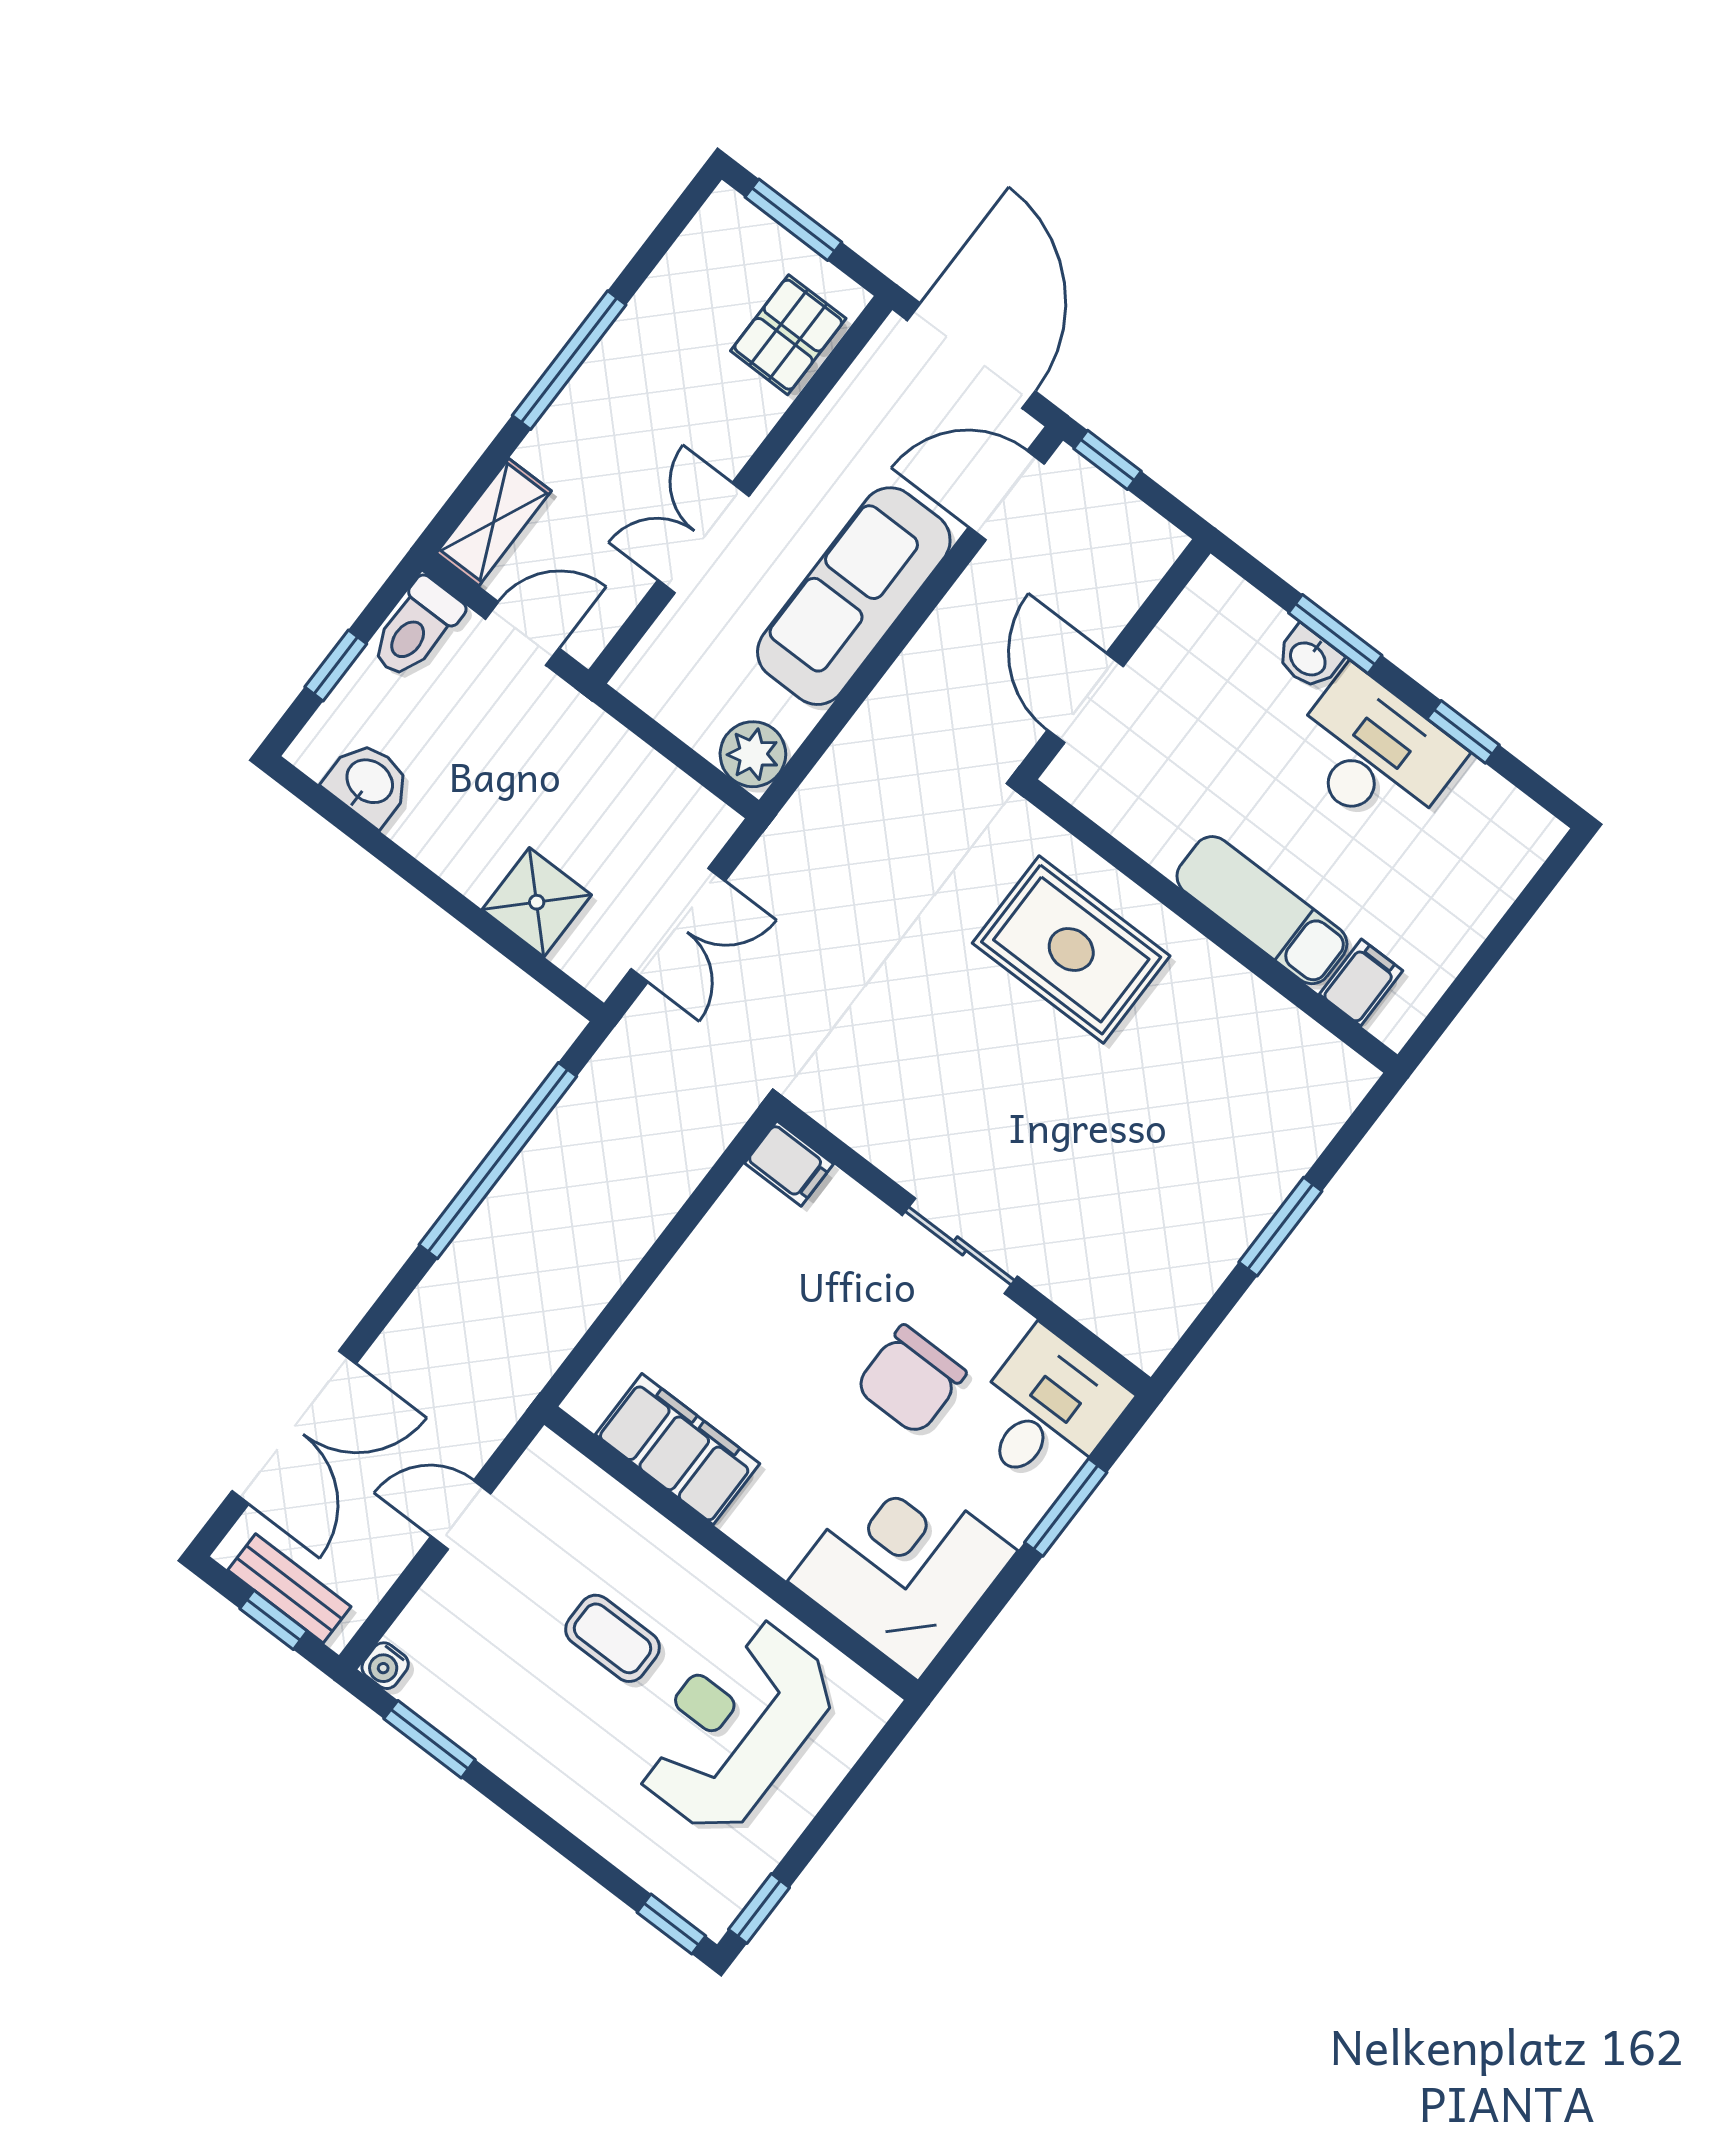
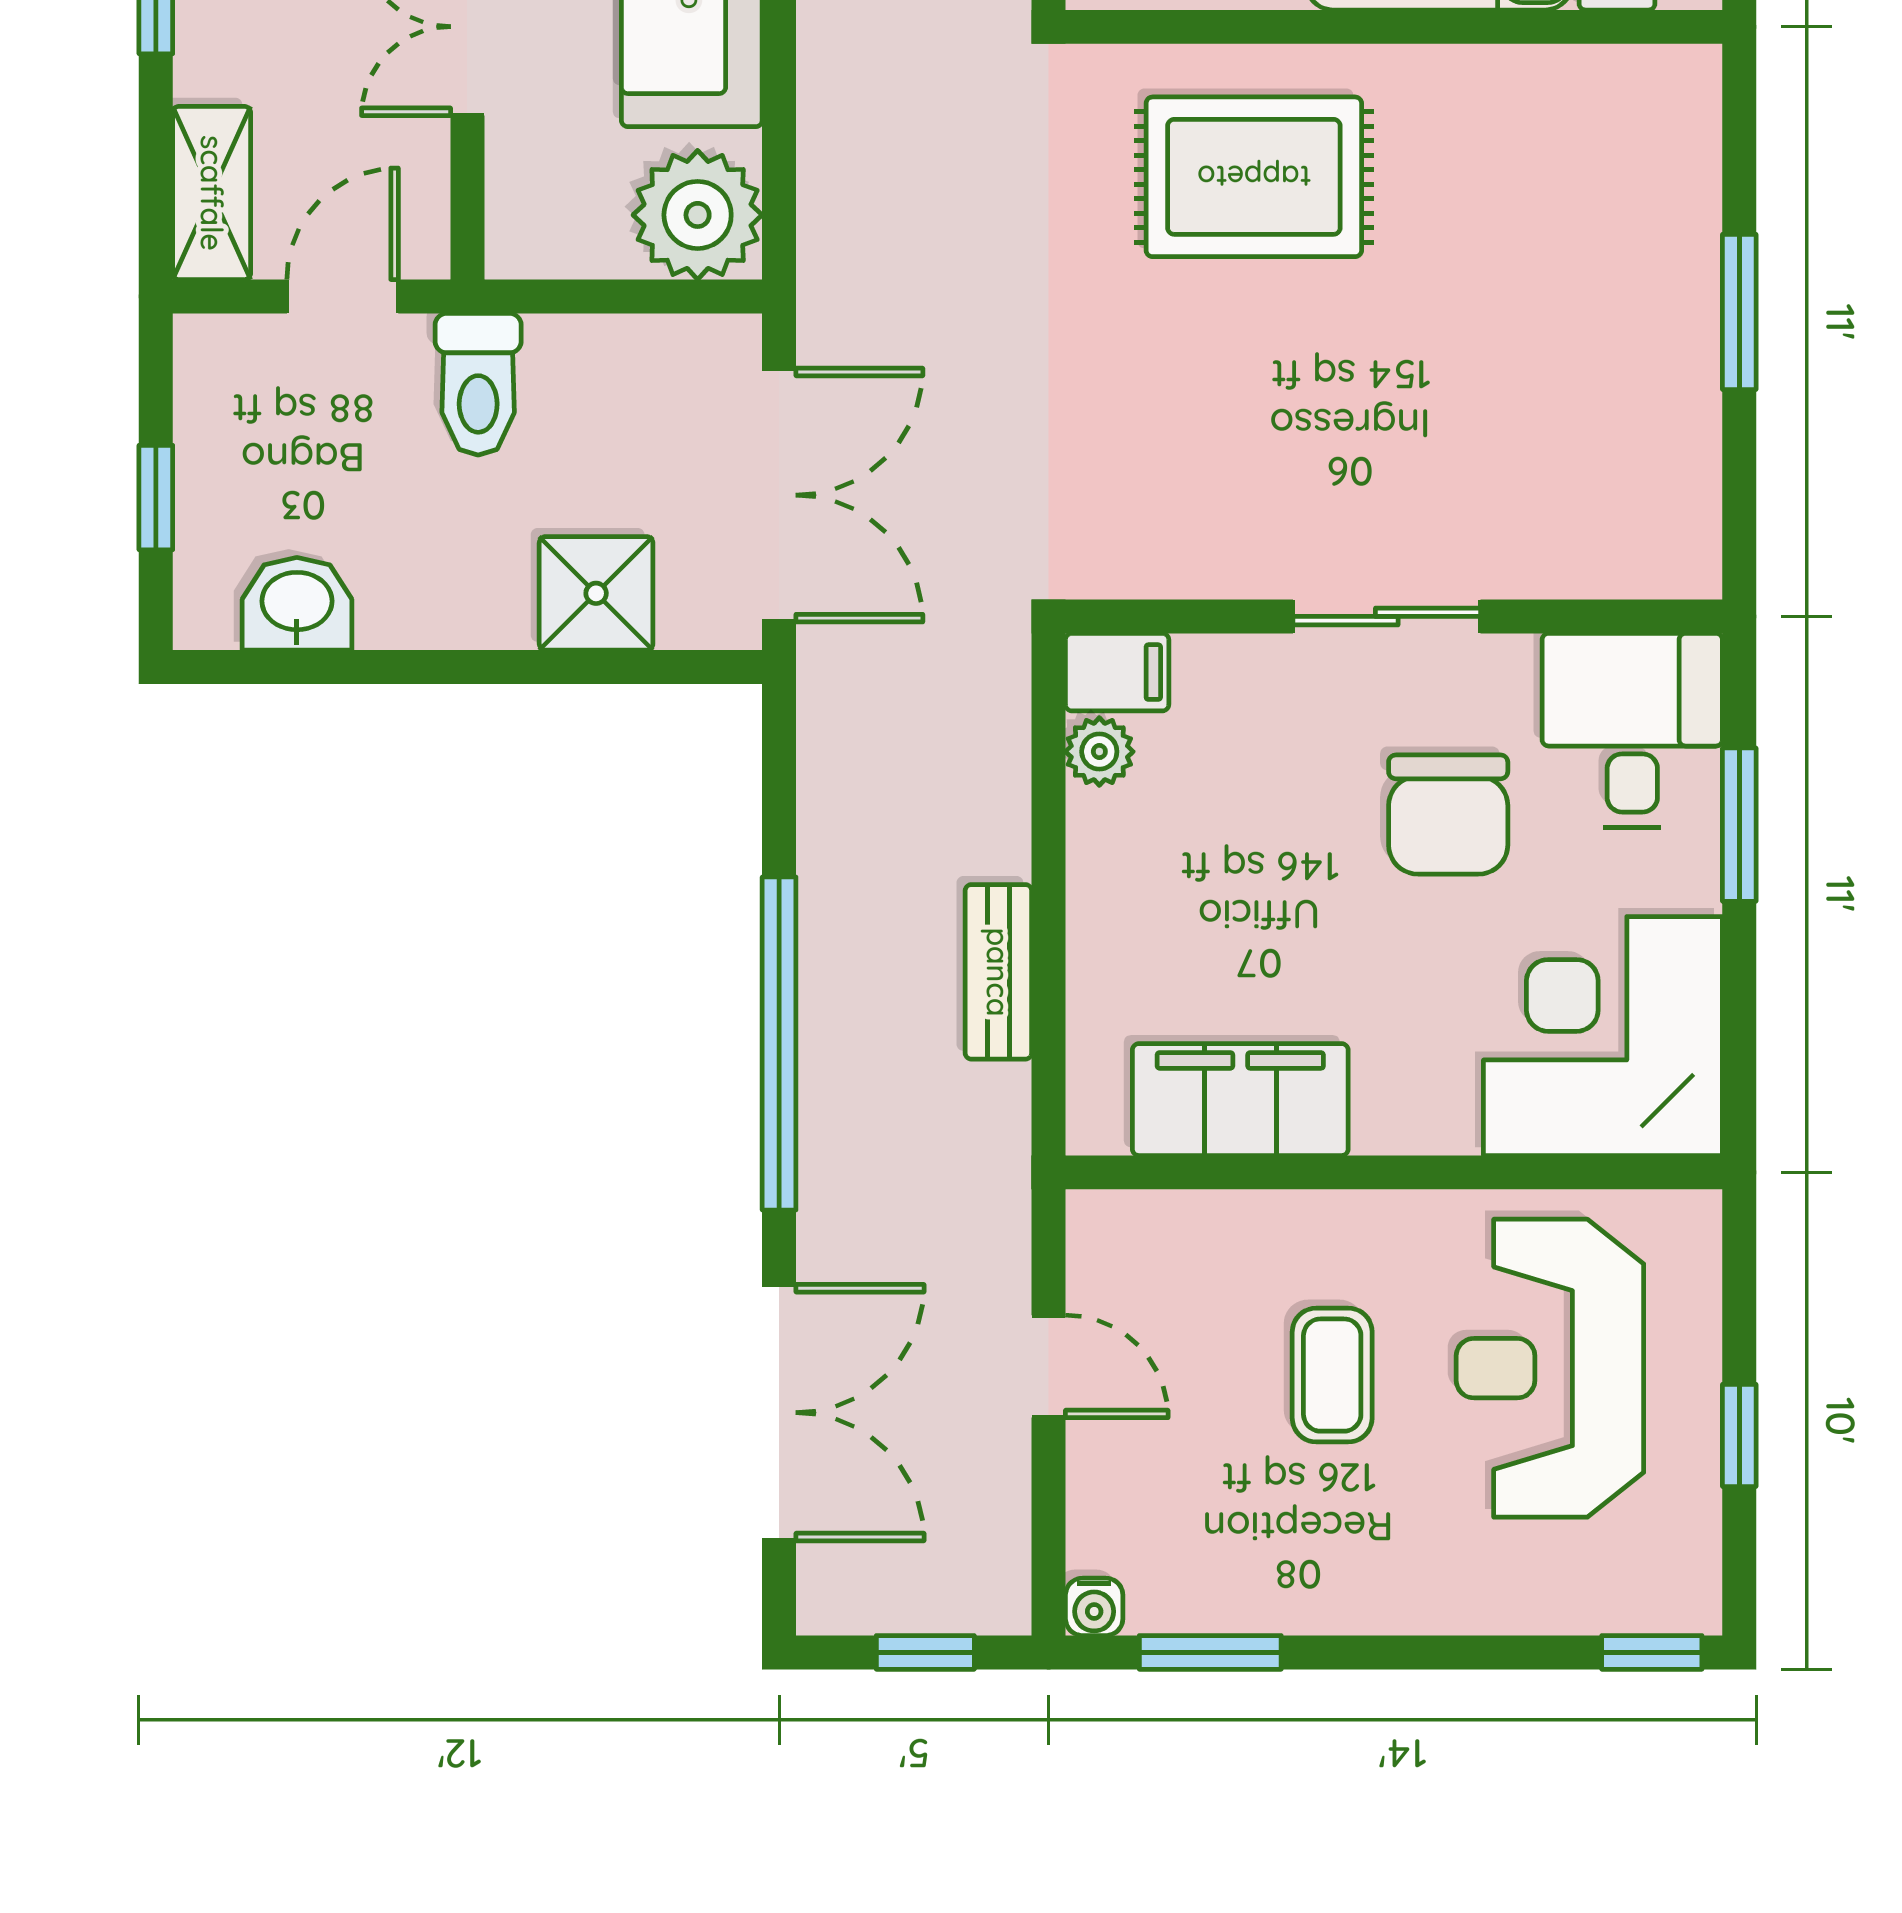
toilet: (416, 628) -> (478, 384), moved
plant: (753, 754) -> (698, 215), width x1.36, depth x1.36
double door: (678, 925) -> (779, 495), width x1.37
window: (498, 1161) -> (779, 1044), moved
plant: (746, 1199) -> (1099, 752), added
door: (461, 1515) -> (1049, 1366), swing flipped
bench: (289, 1588) -> (998, 972), moved, turned 90
coffee table: (613, 1638) -> (1332, 1375), turned 90
window: (759, 1908) -> (1739, 1435), moved

